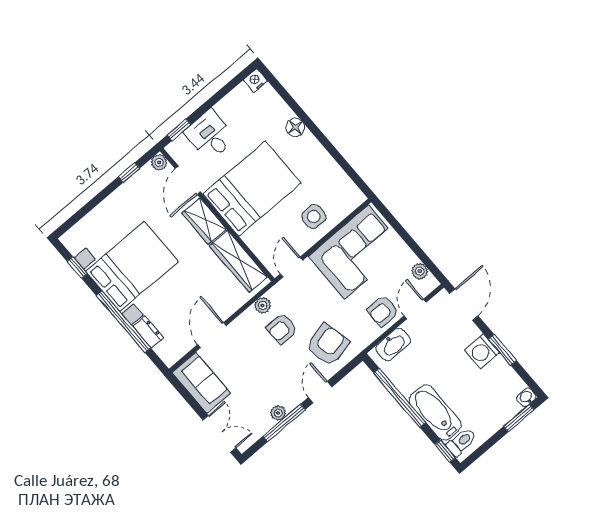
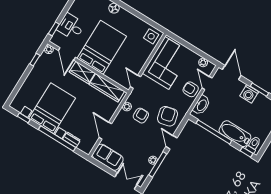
side table: (314, 217) -> (151, 36), moved
armchair: (383, 311) -> (191, 89), turned 90
armchair: (282, 329) -> (141, 116), turned 180

